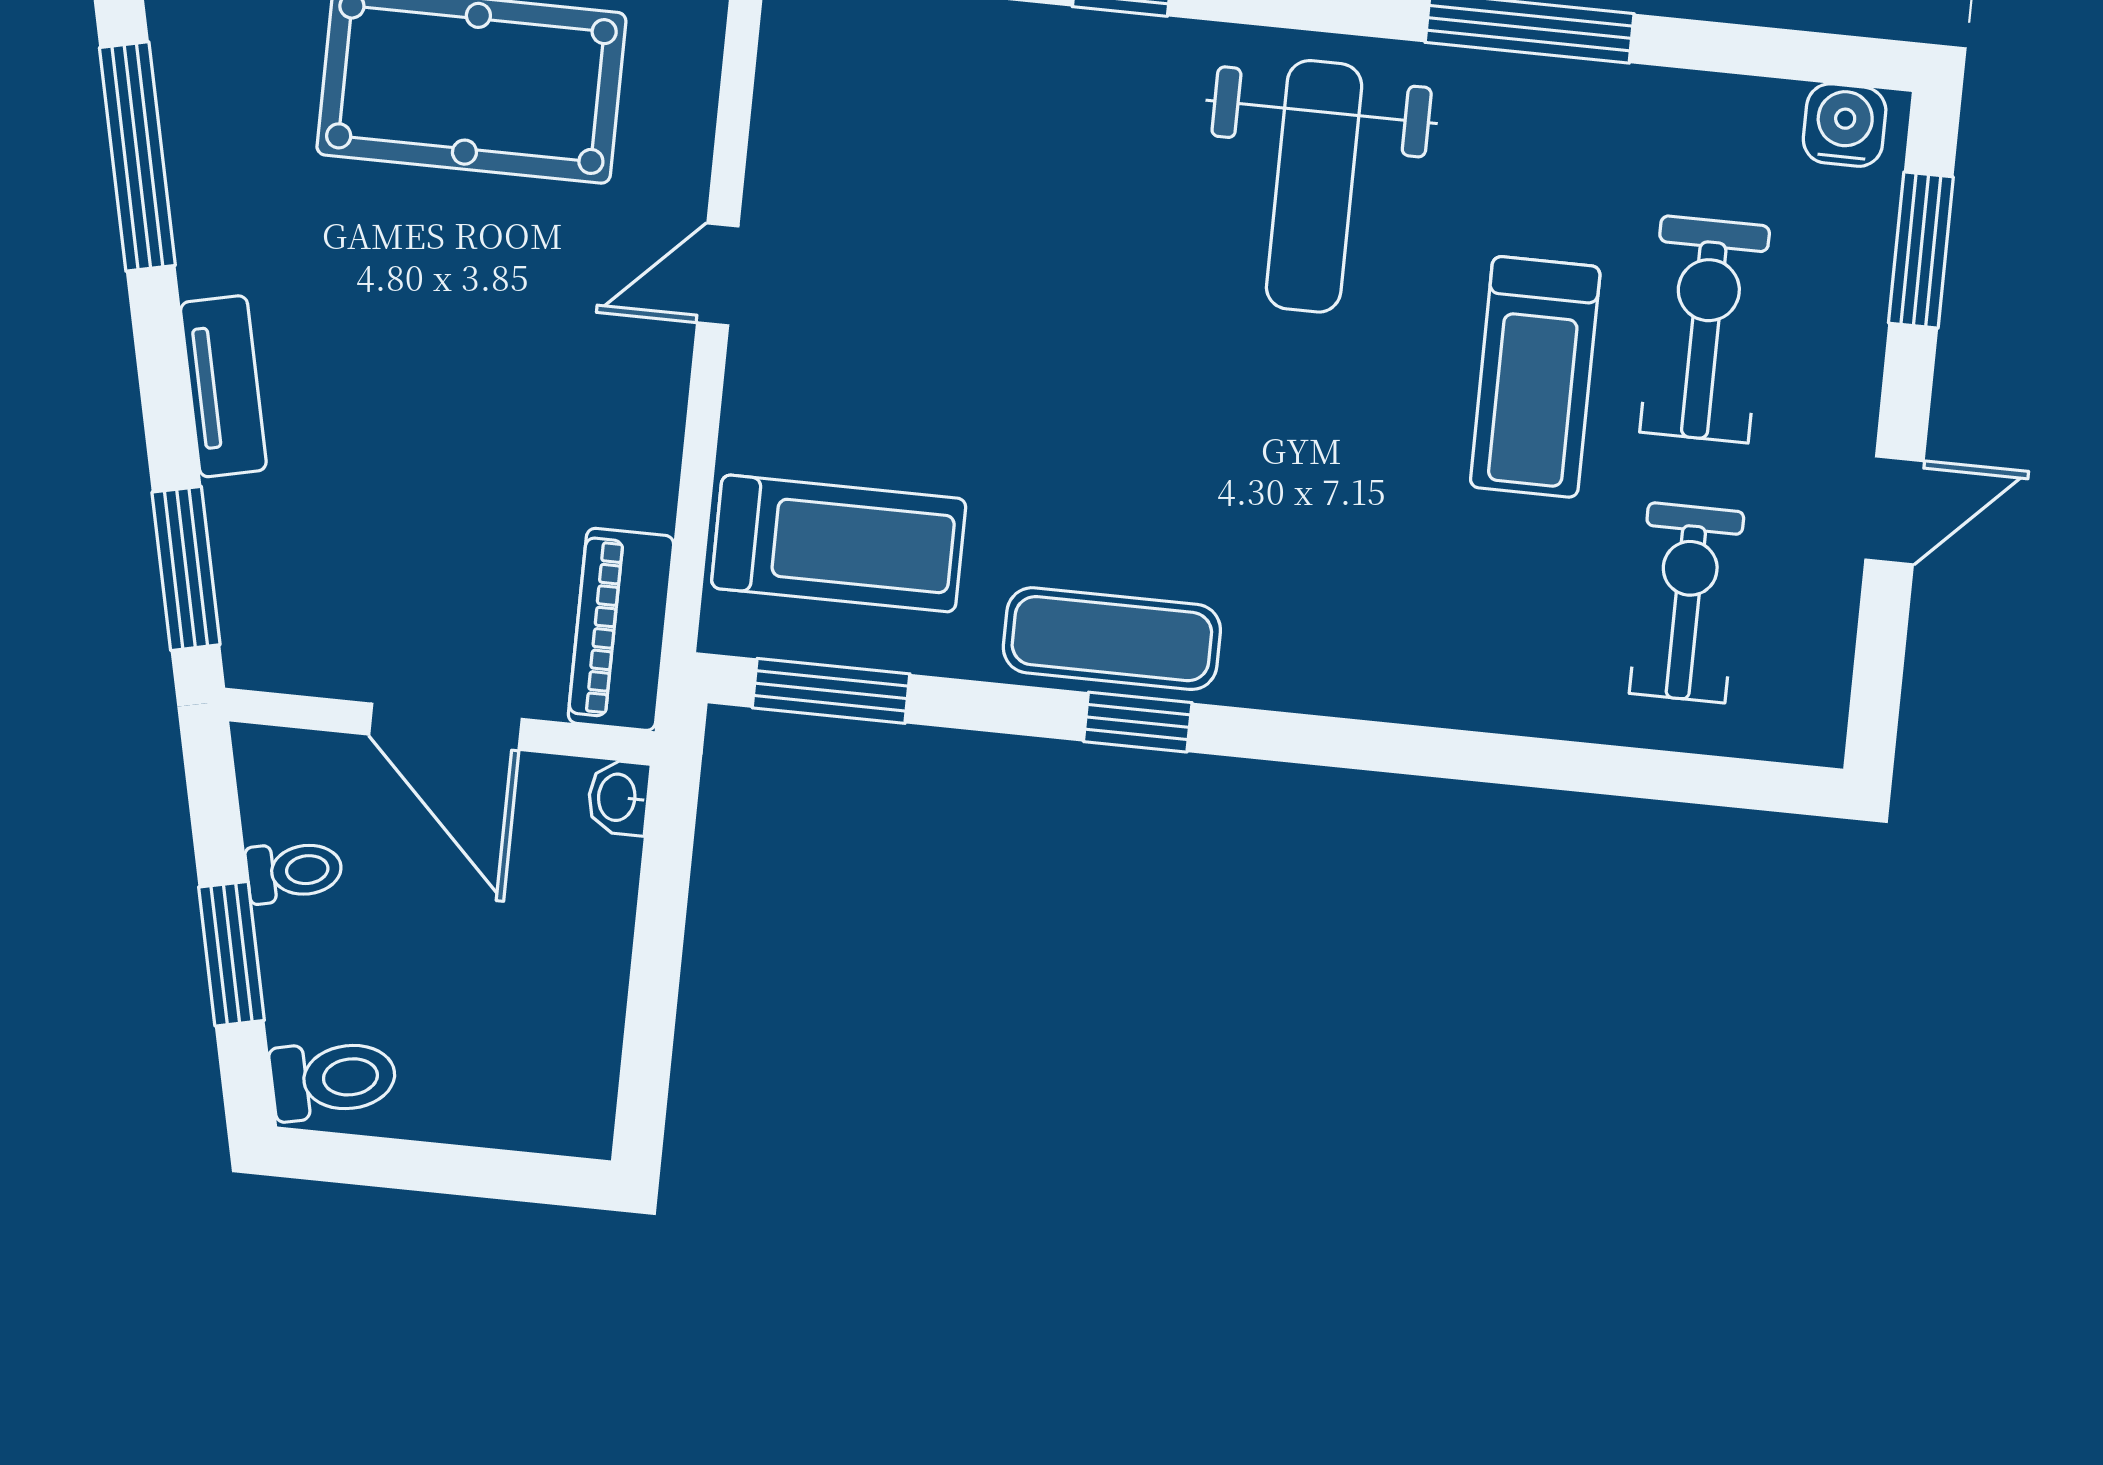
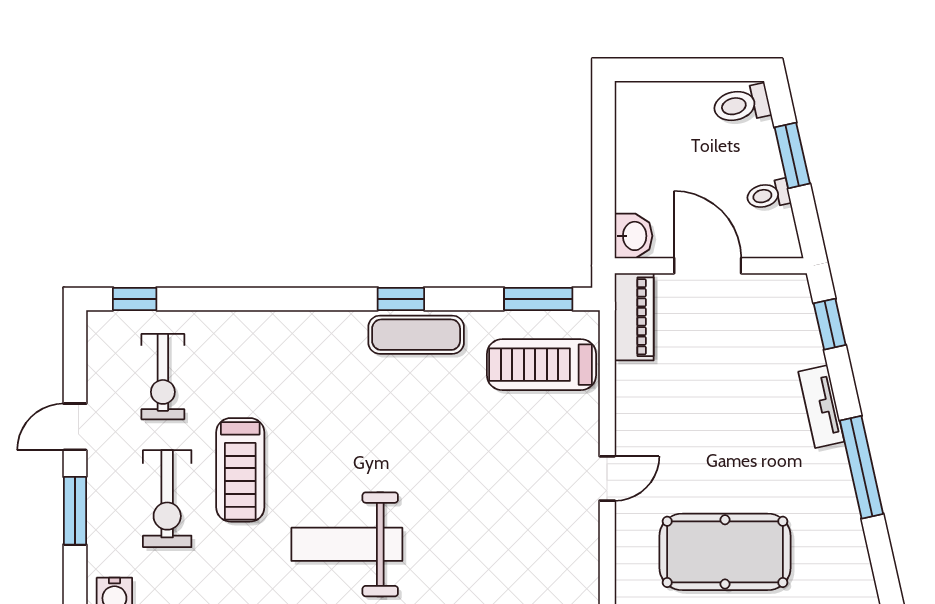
window: (137, 156) -> (862, 467), moved
weight bench: (1314, 186) -> (347, 544), turned -90
window: (1921, 250) -> (75, 511), moved
treadmill: (1535, 377) -> (240, 470), turned 180
window: (186, 568) -> (830, 324), width x0.67
window: (1732, 782) -> (135, 299), added
washbasin: (618, 797) -> (634, 236), width x1.38, depth x1.45

